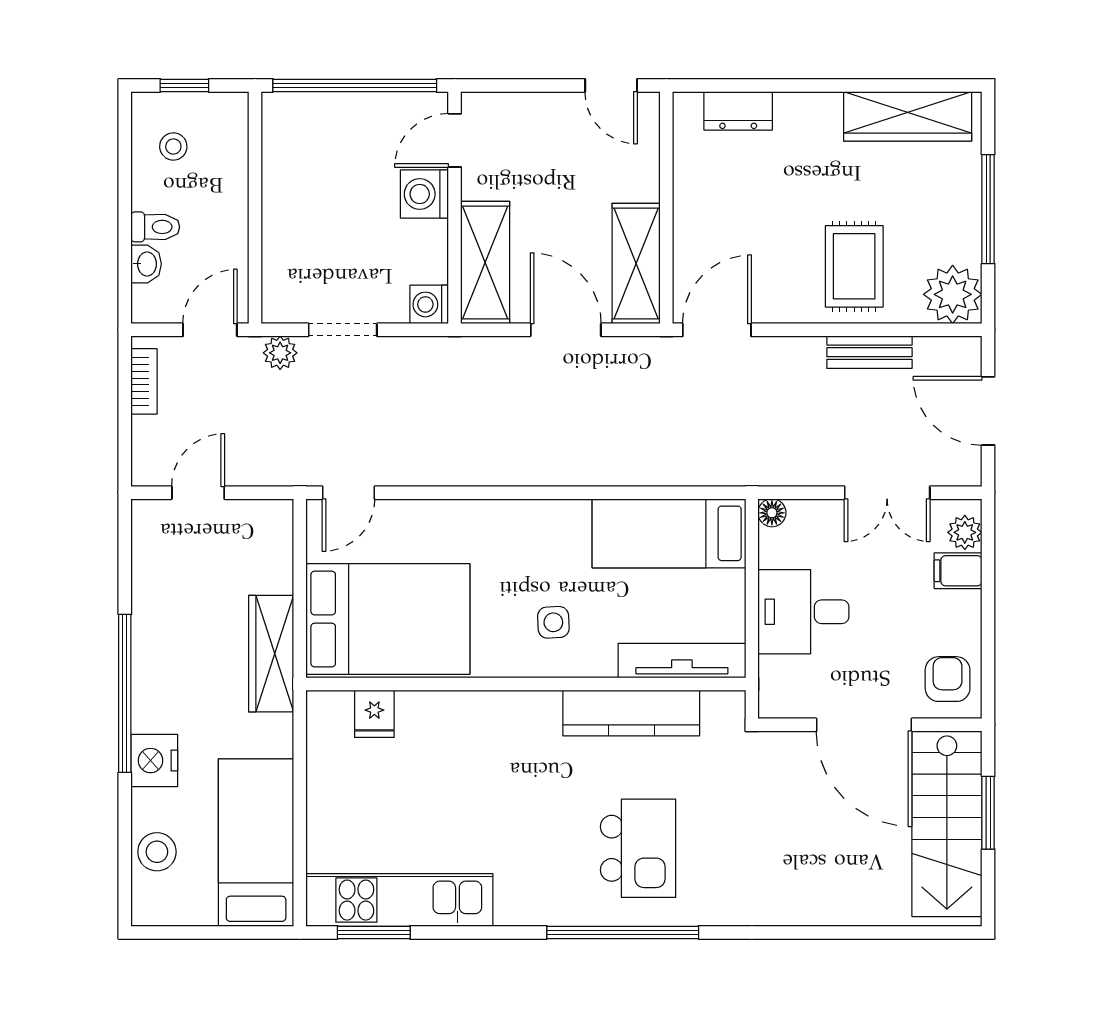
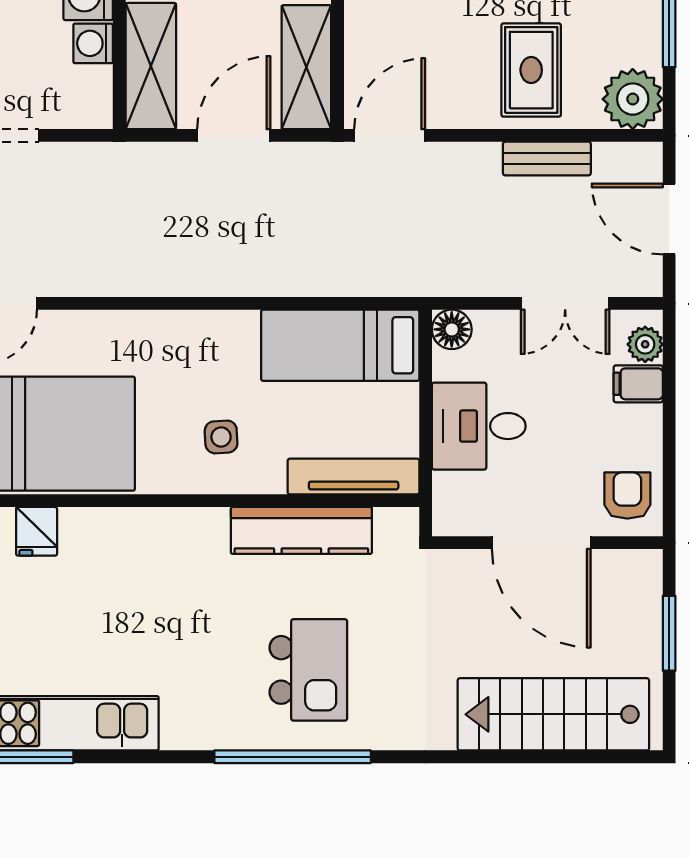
washing machine: (429, 304) -> (93, 43), moved
door: (566, 330) -> (234, 135), hinge flipped
floor lamp: (772, 513) -> (452, 329), width x1.37, depth x1.37
stairs: (947, 824) -> (553, 714), moved, turned 90

